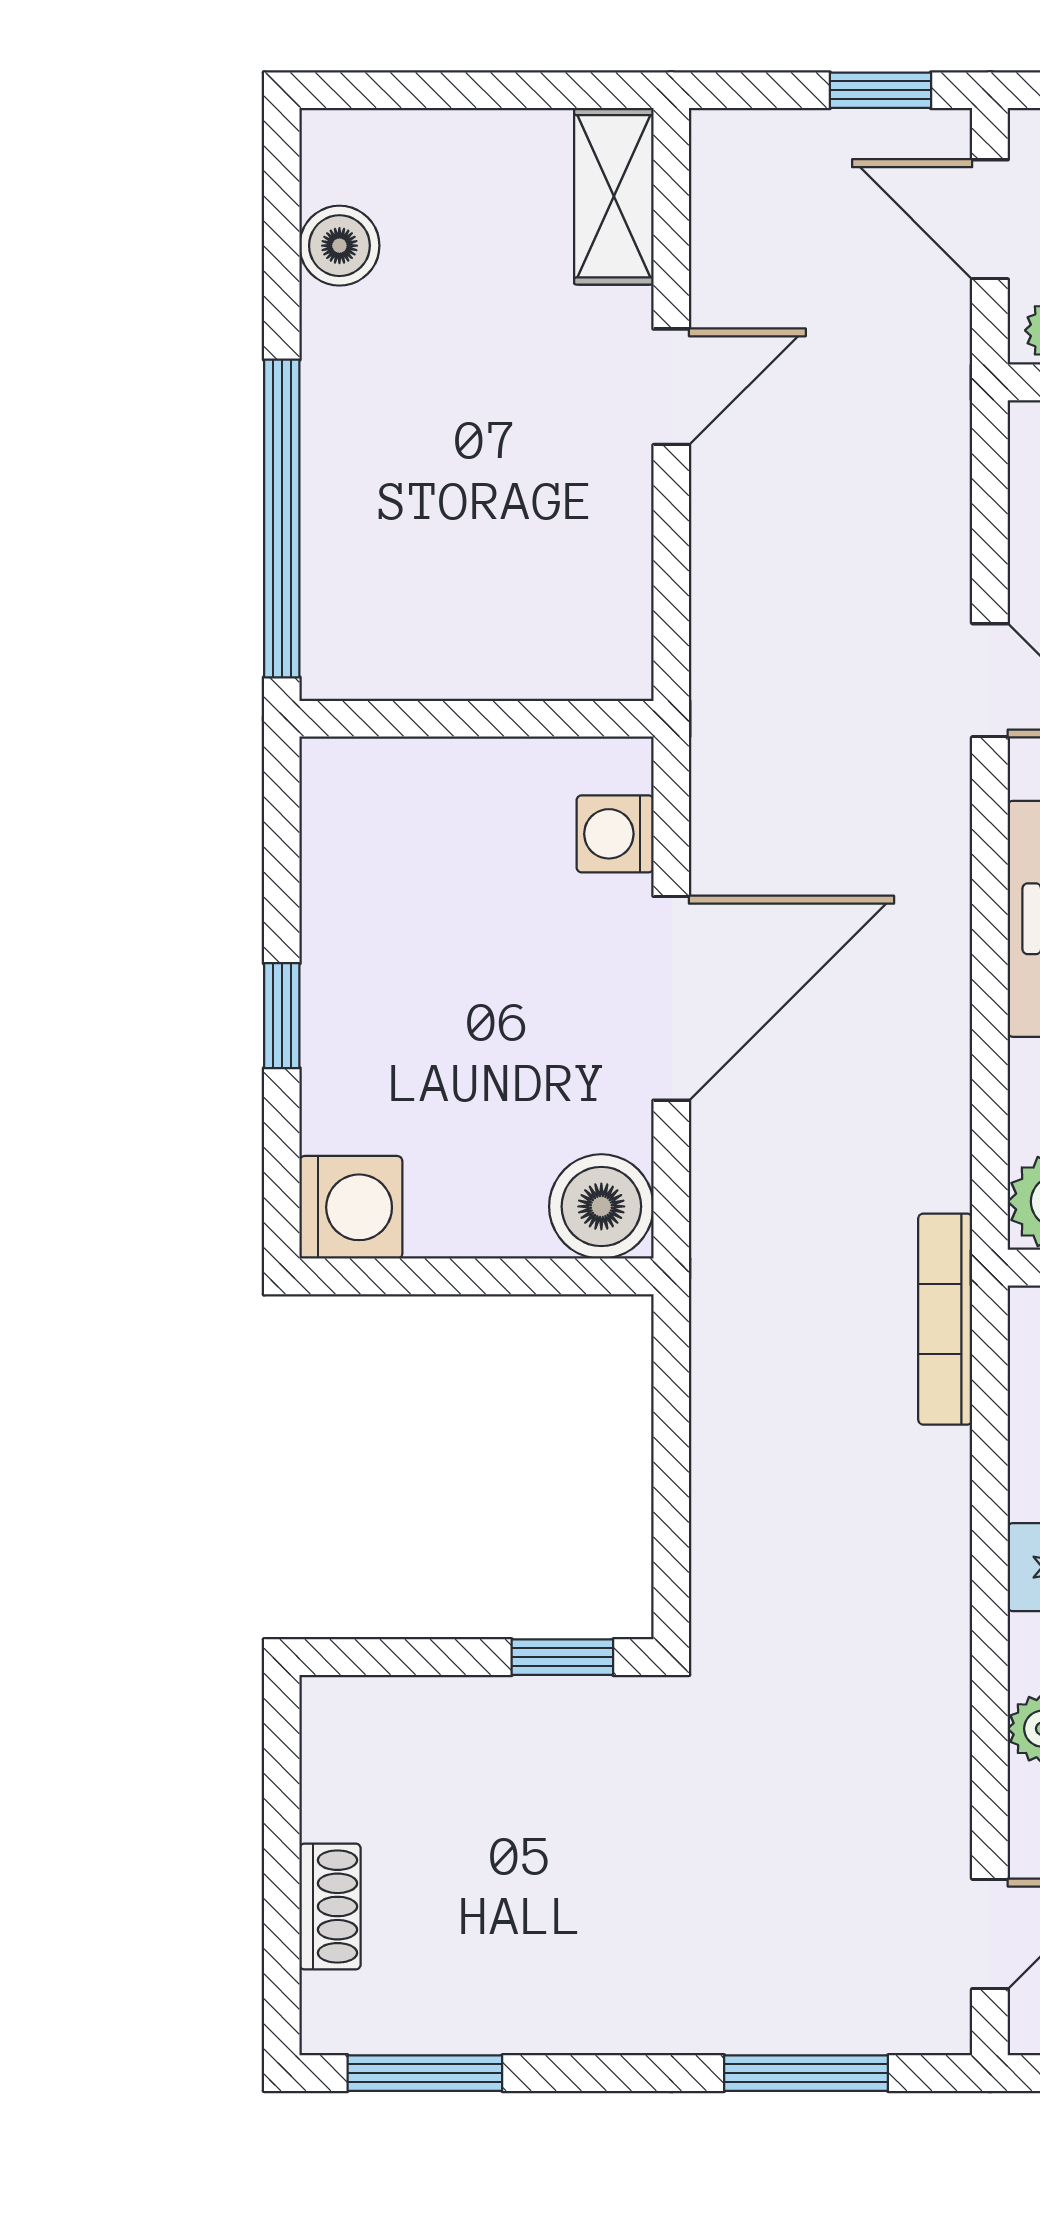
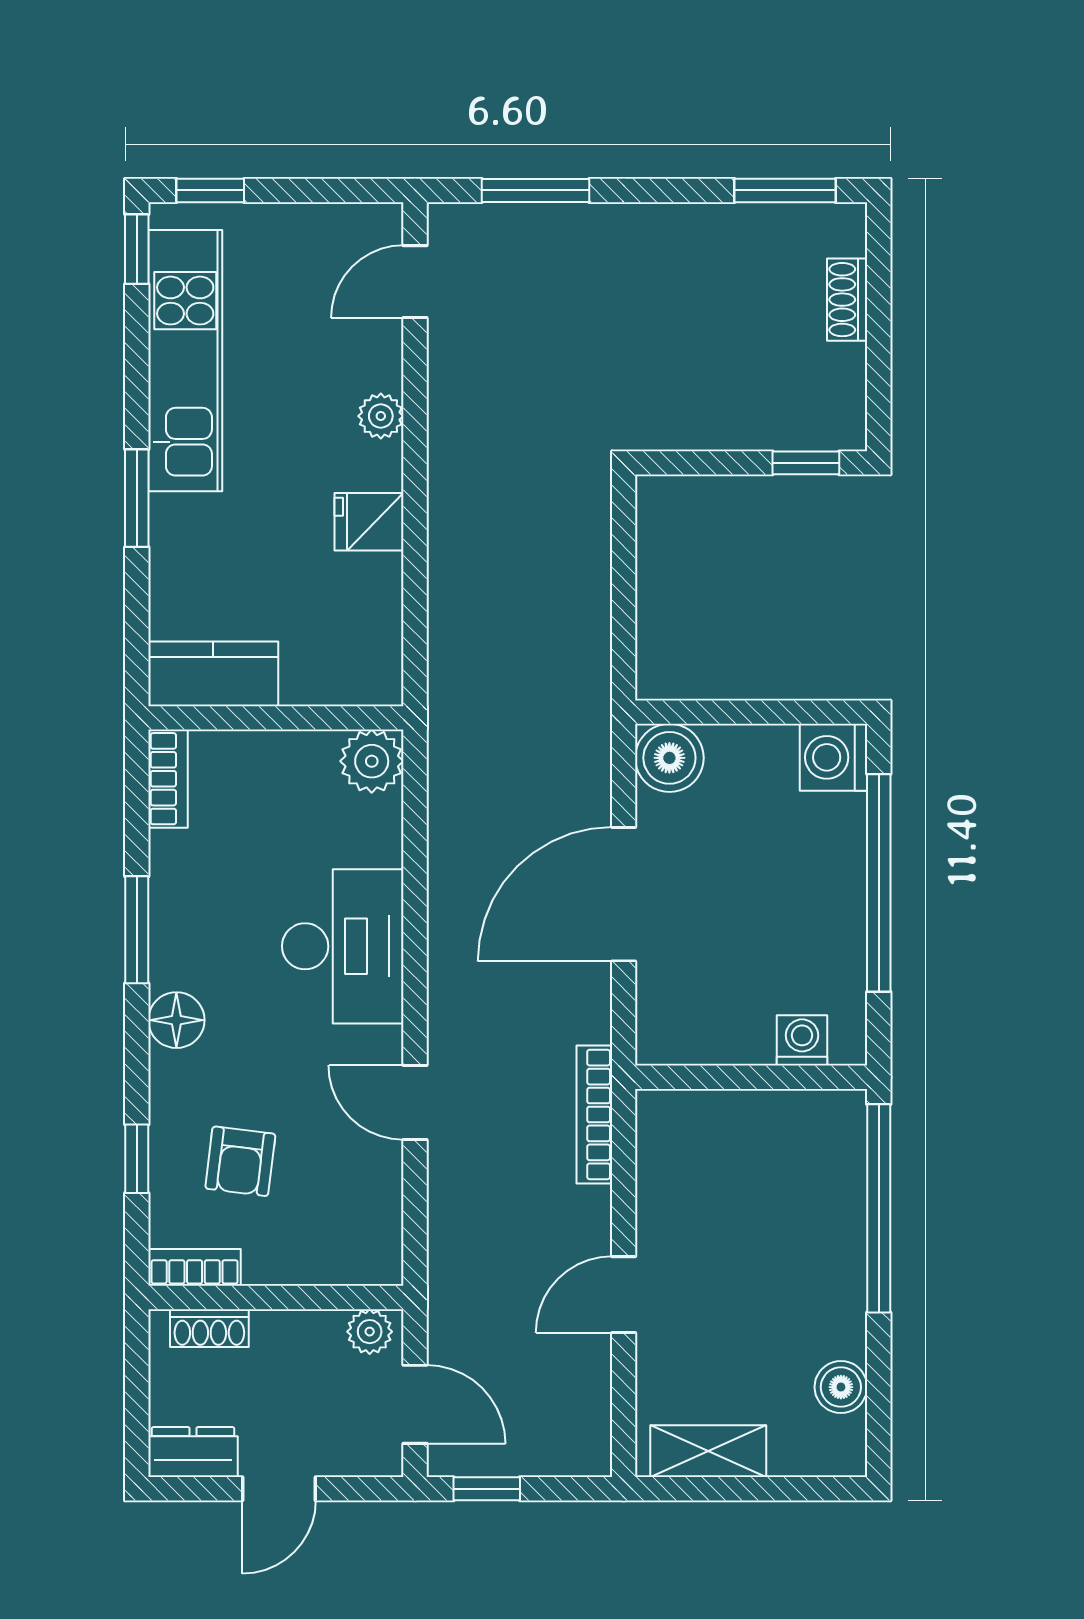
shelving: (614, 196) -> (708, 1451), moved, turned 90
washing machine: (615, 834) -> (802, 1040), moved, turned -90
window: (282, 1016) -> (879, 883), width x3.17
bookcase: (945, 1319) -> (594, 1114), moved, turned 180
window: (562, 1657) -> (806, 463), moved

